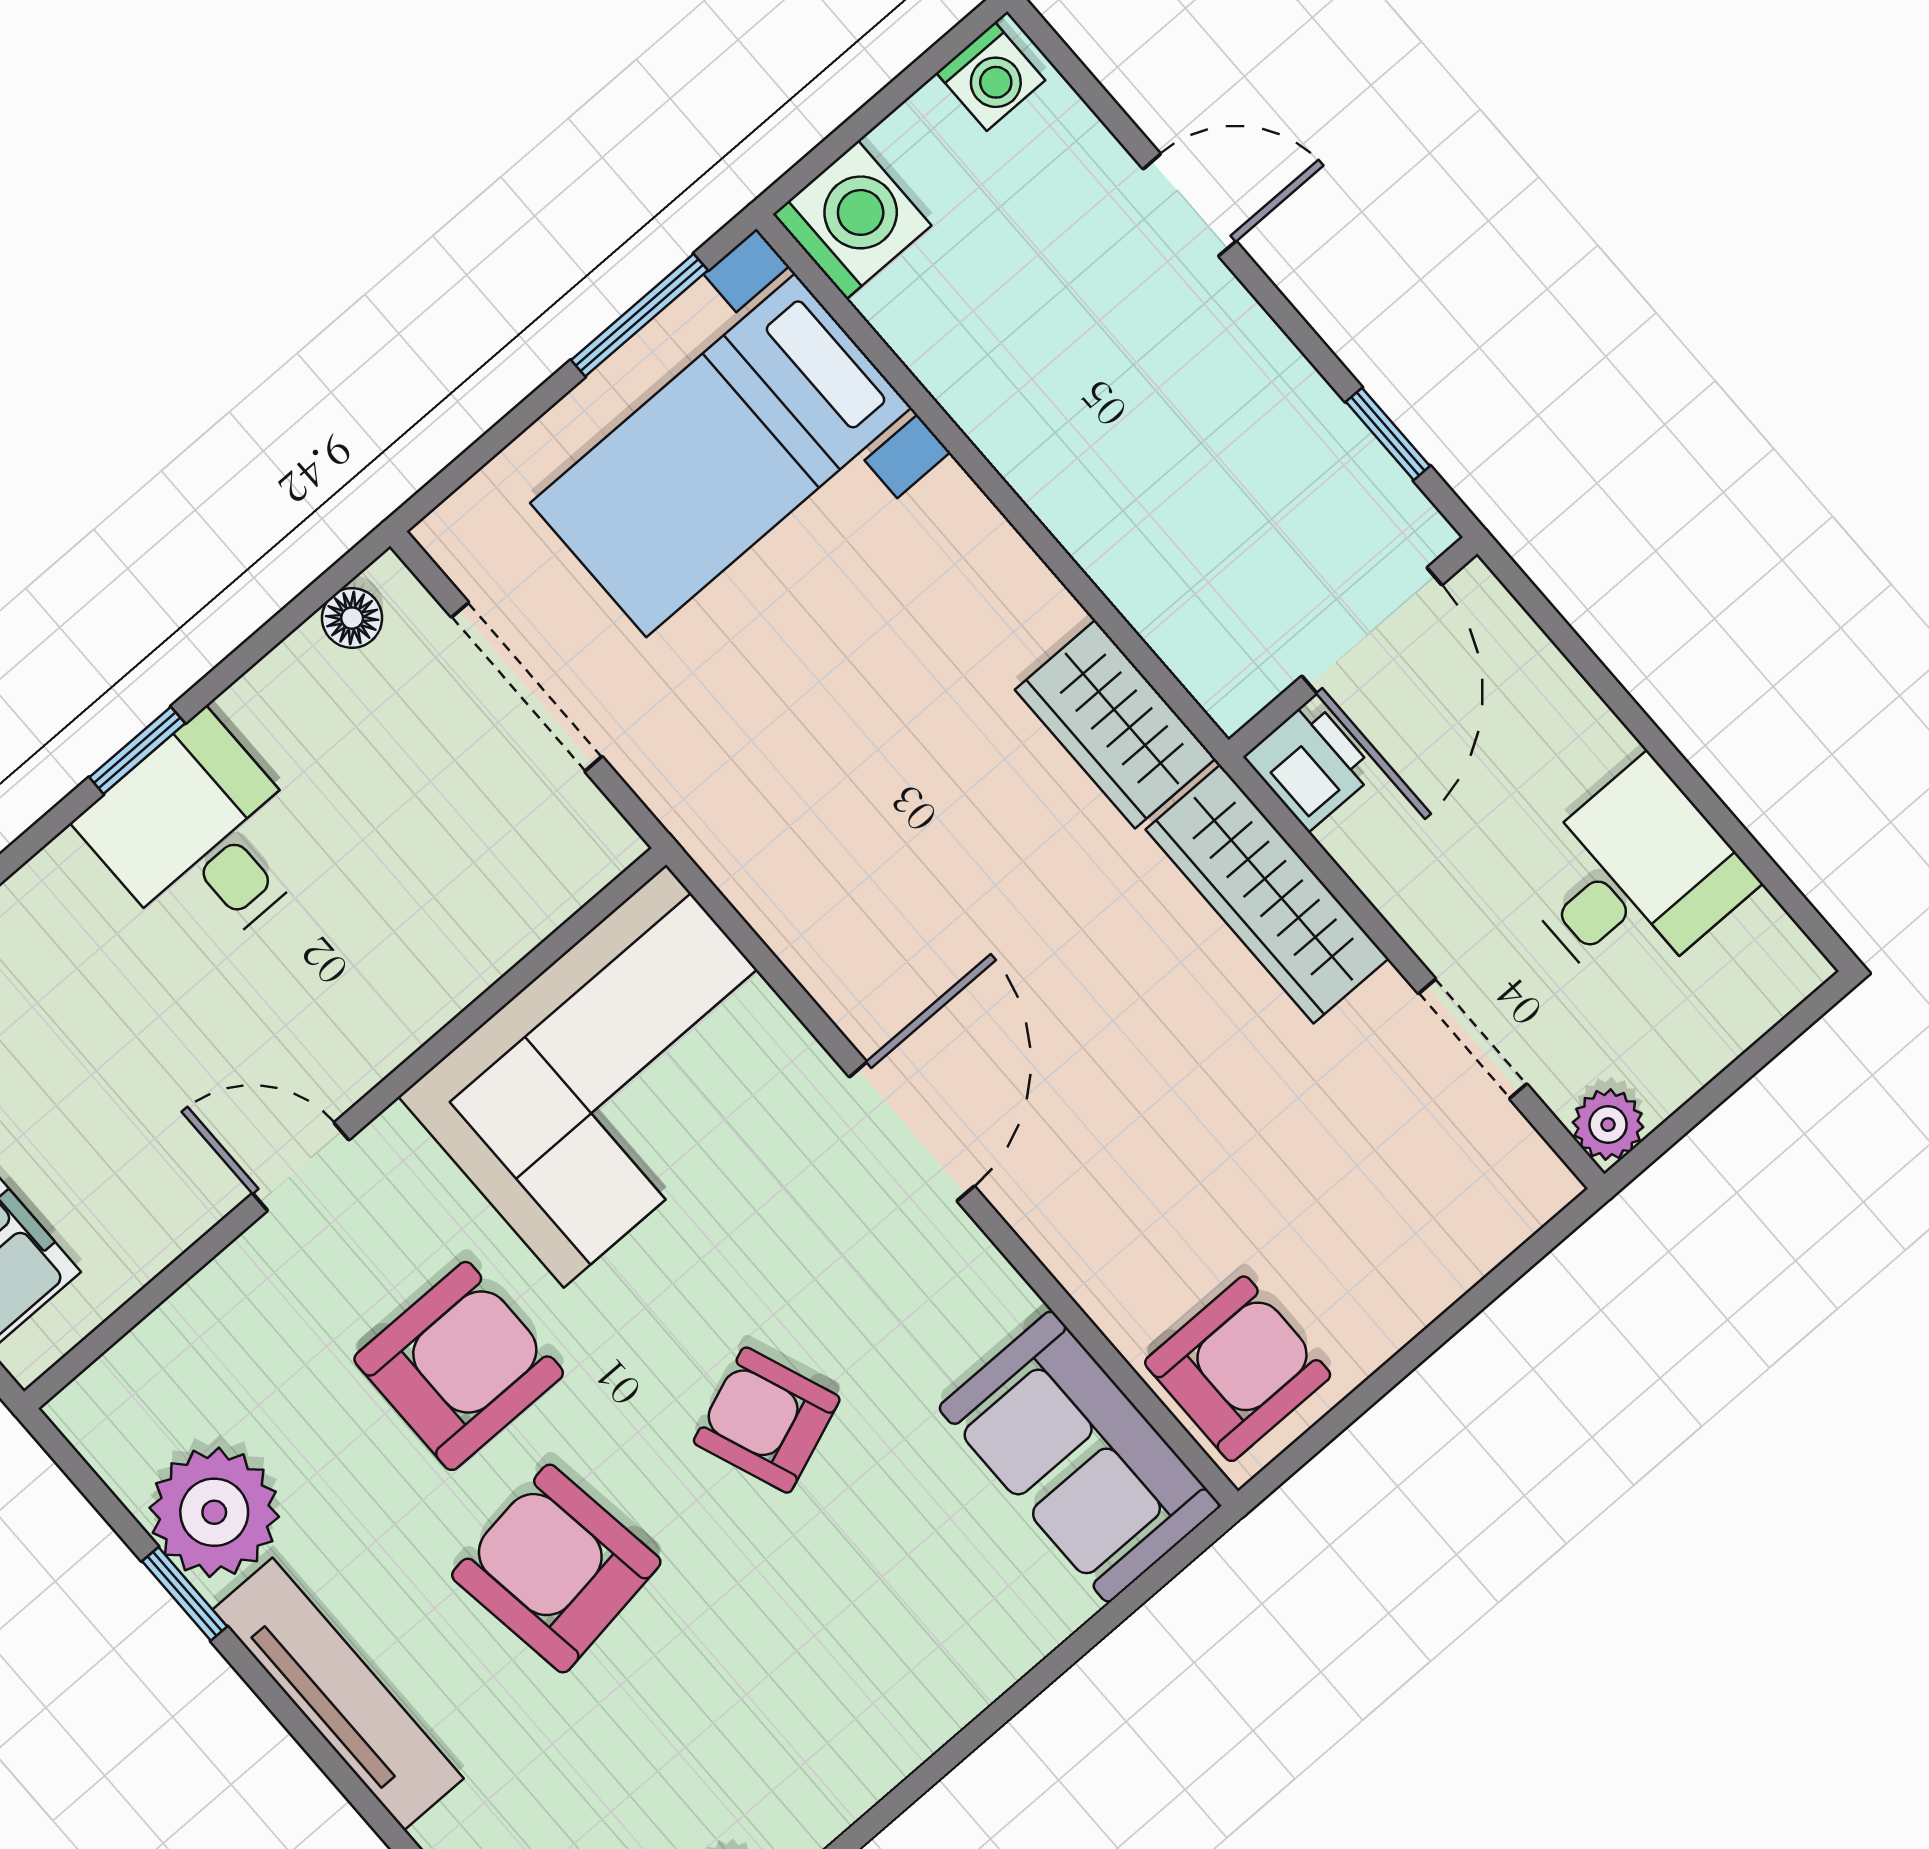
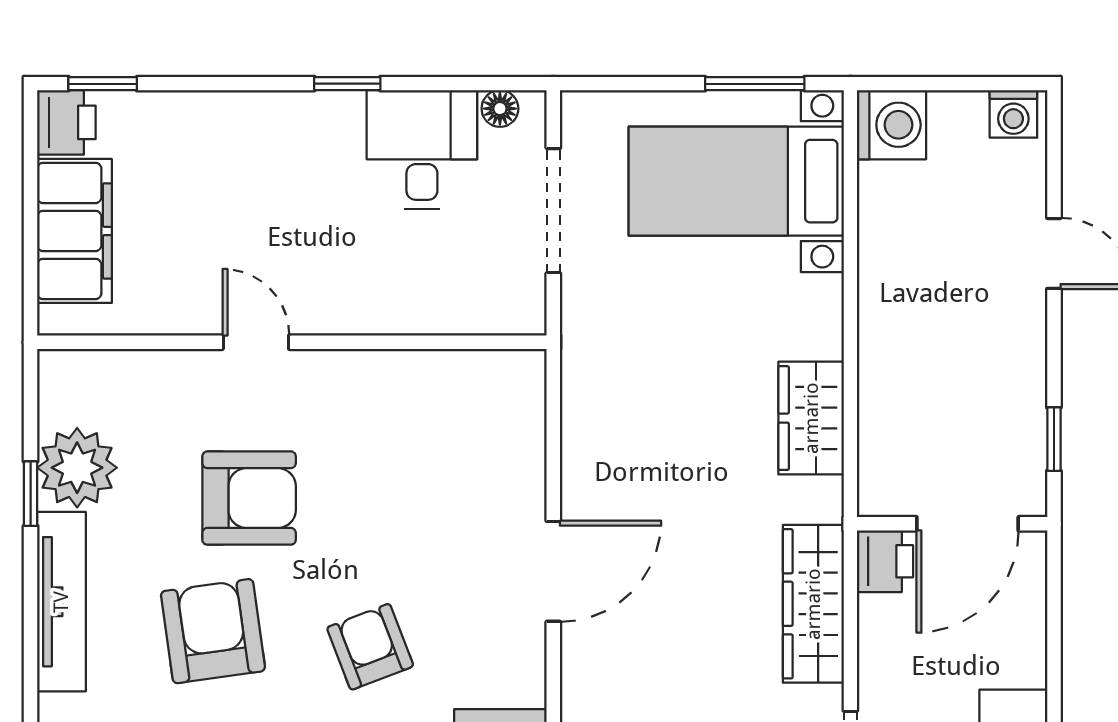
wardrobe: (1115, 724) -> (811, 418), moved
desk: (201, 837) -> (422, 150), moved
corner sofa: (615, 1076) -> (438, 426), removed

